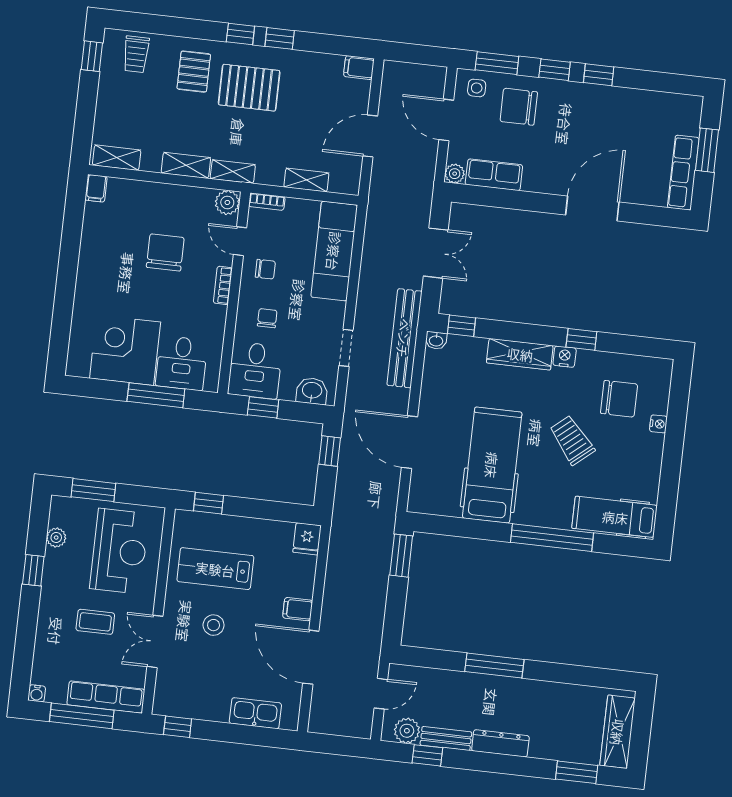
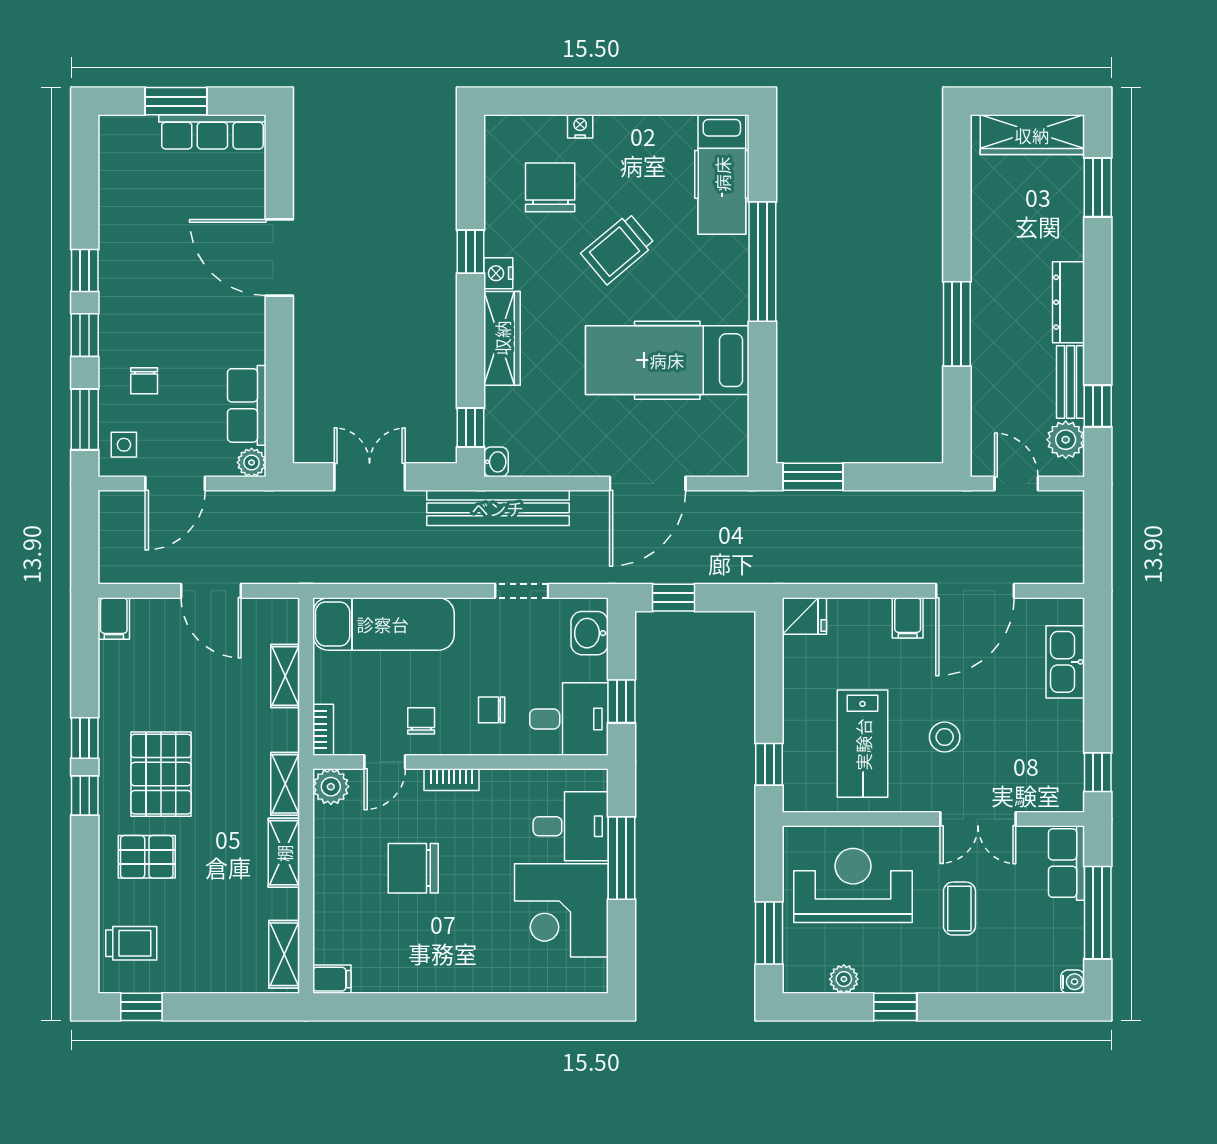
chair: (519, 107) -> (144, 381), width x0.54, depth x0.54
row of seats: (106, 697) -> (1067, 863), width x0.68

